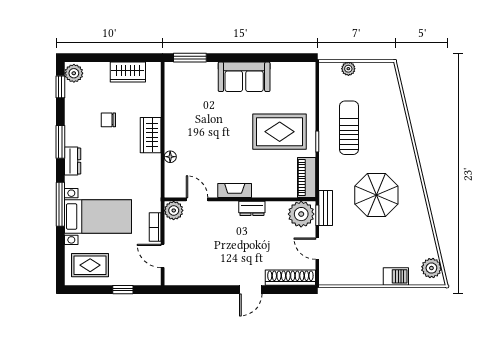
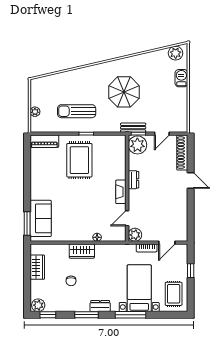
sofa: (244, 77) -> (41, 218), moved
piano: (307, 178) -> (44, 141), moved

